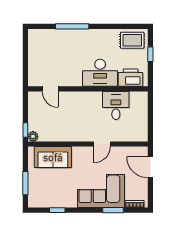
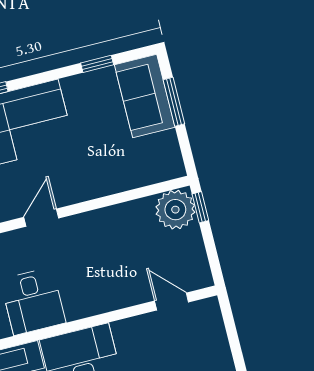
plant: (33, 136) -> (175, 210), width x1.88, depth x1.88
sofa: (53, 157) -> (145, 96), moved, turned -90

